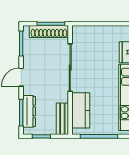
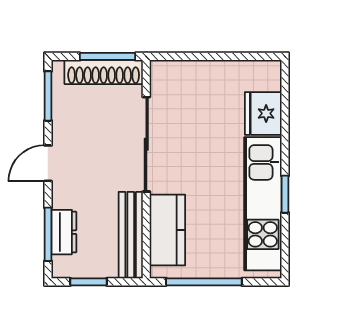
dresser: (29, 111) -> (64, 232), width x0.70
bench: (62, 119) -> (131, 235), width x1.36

